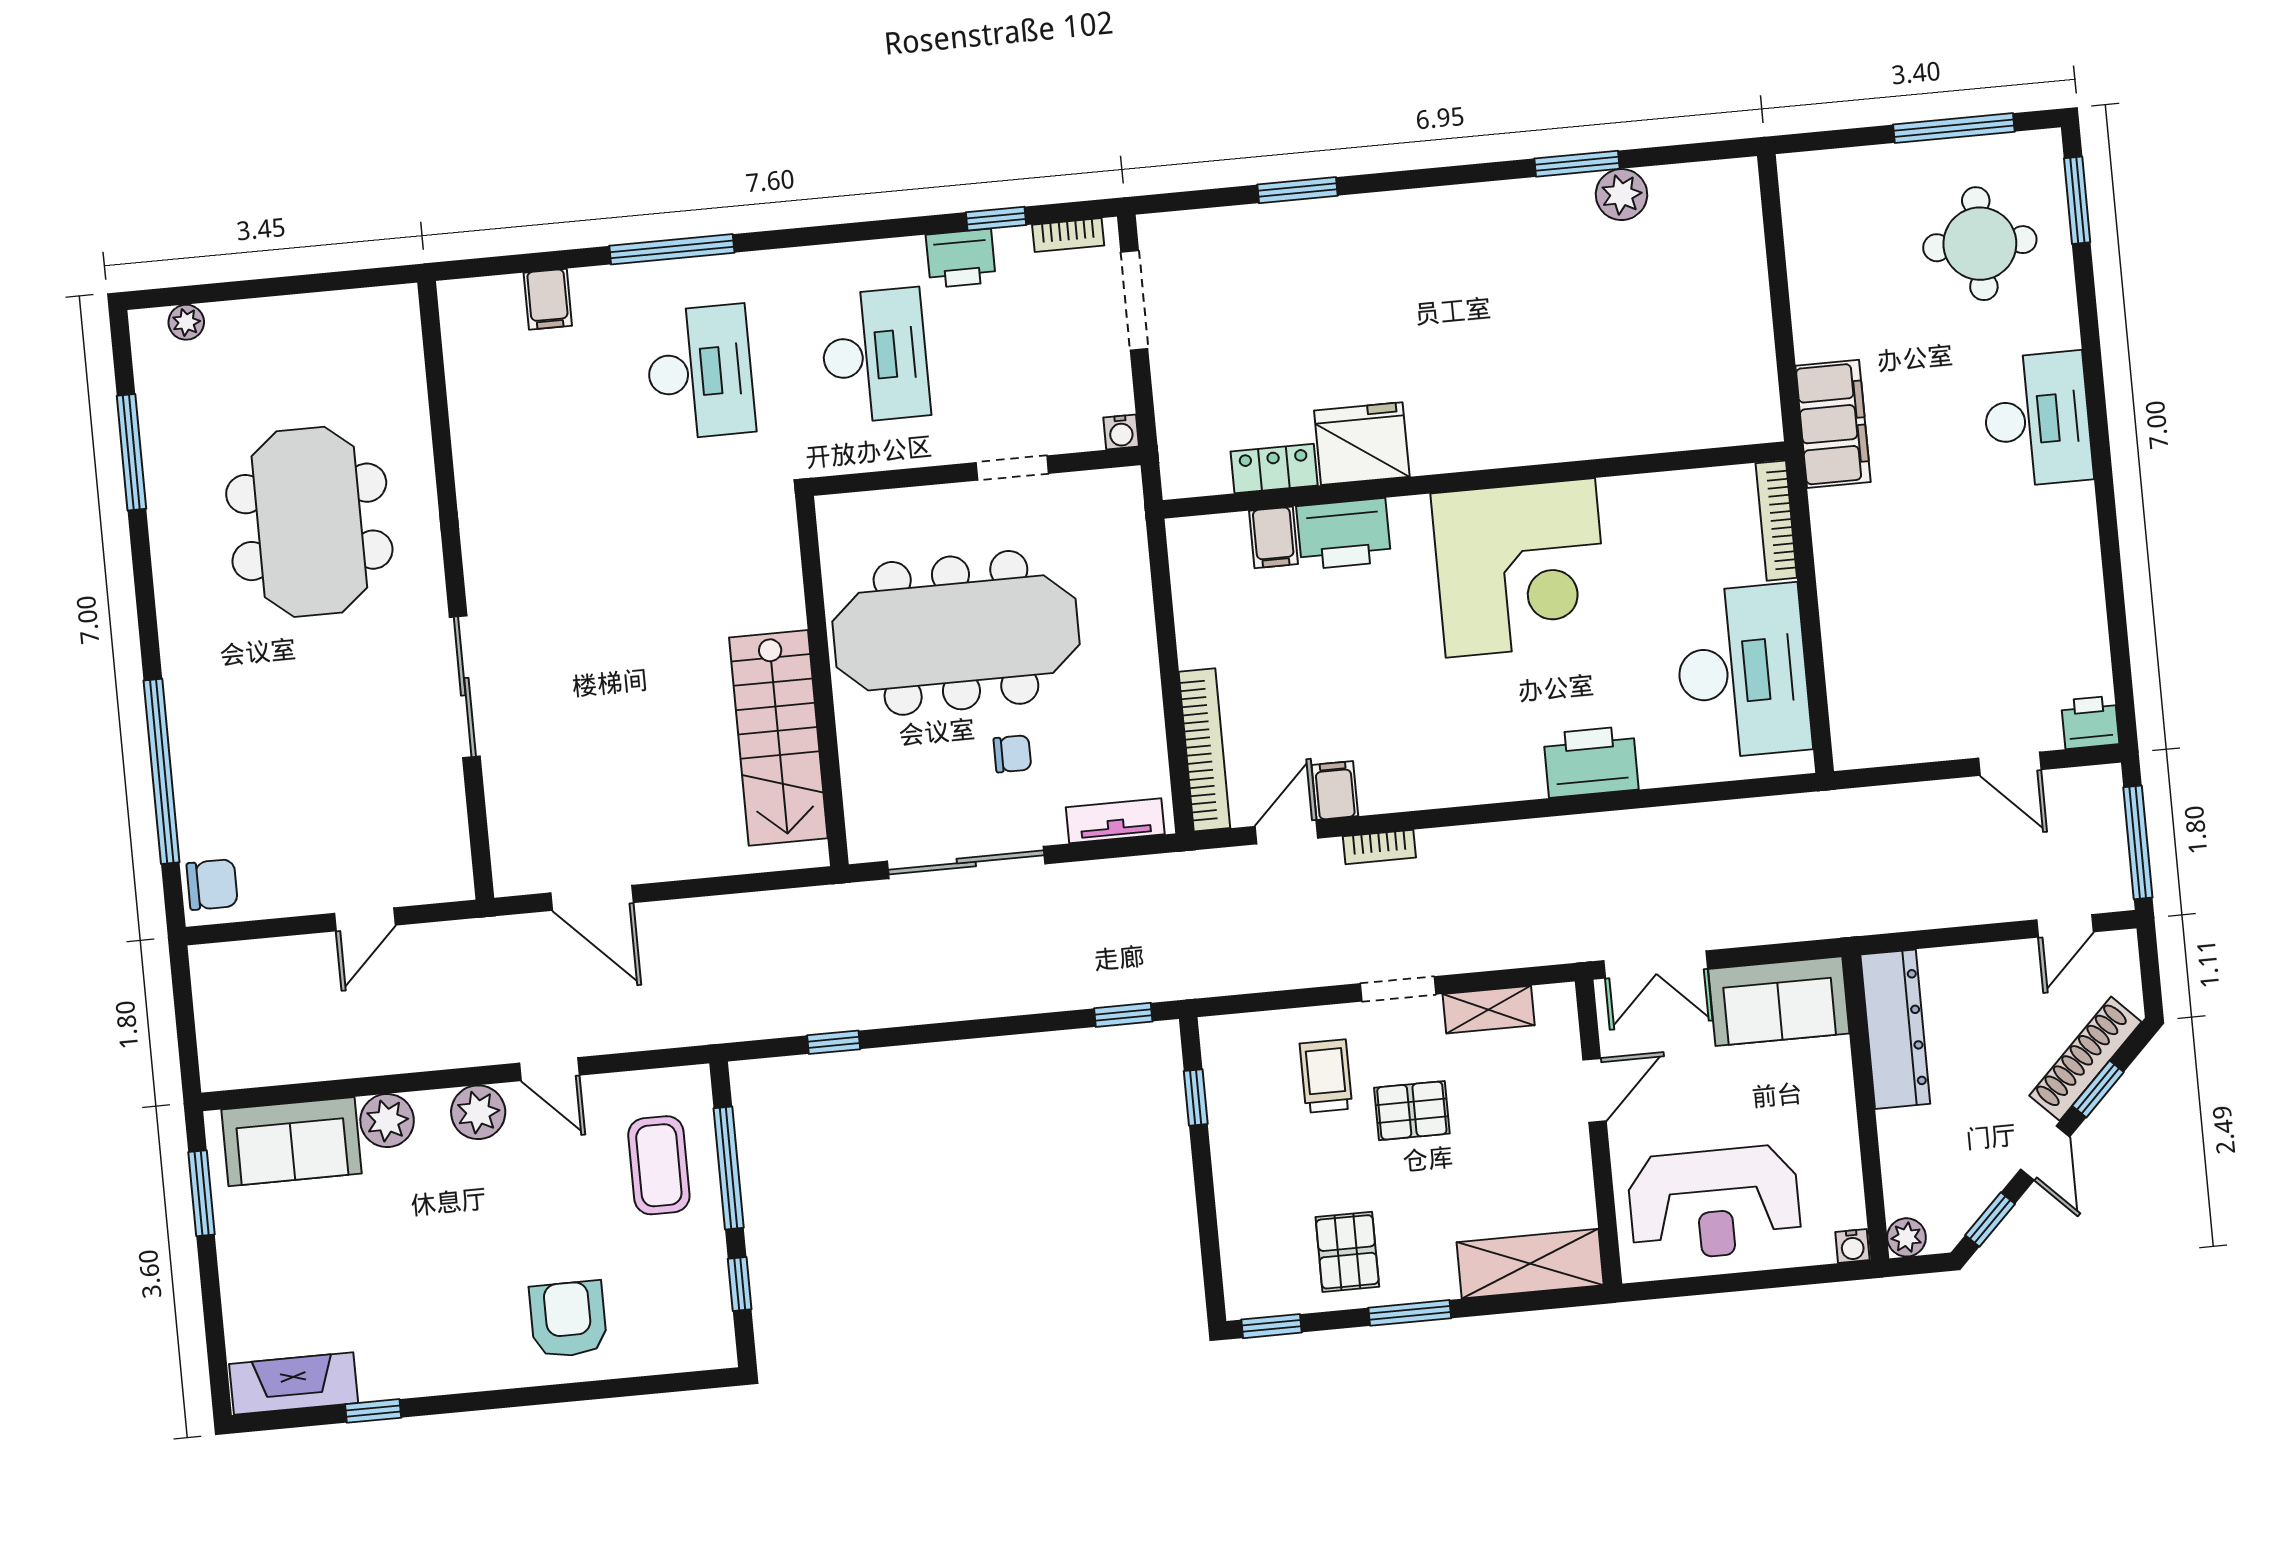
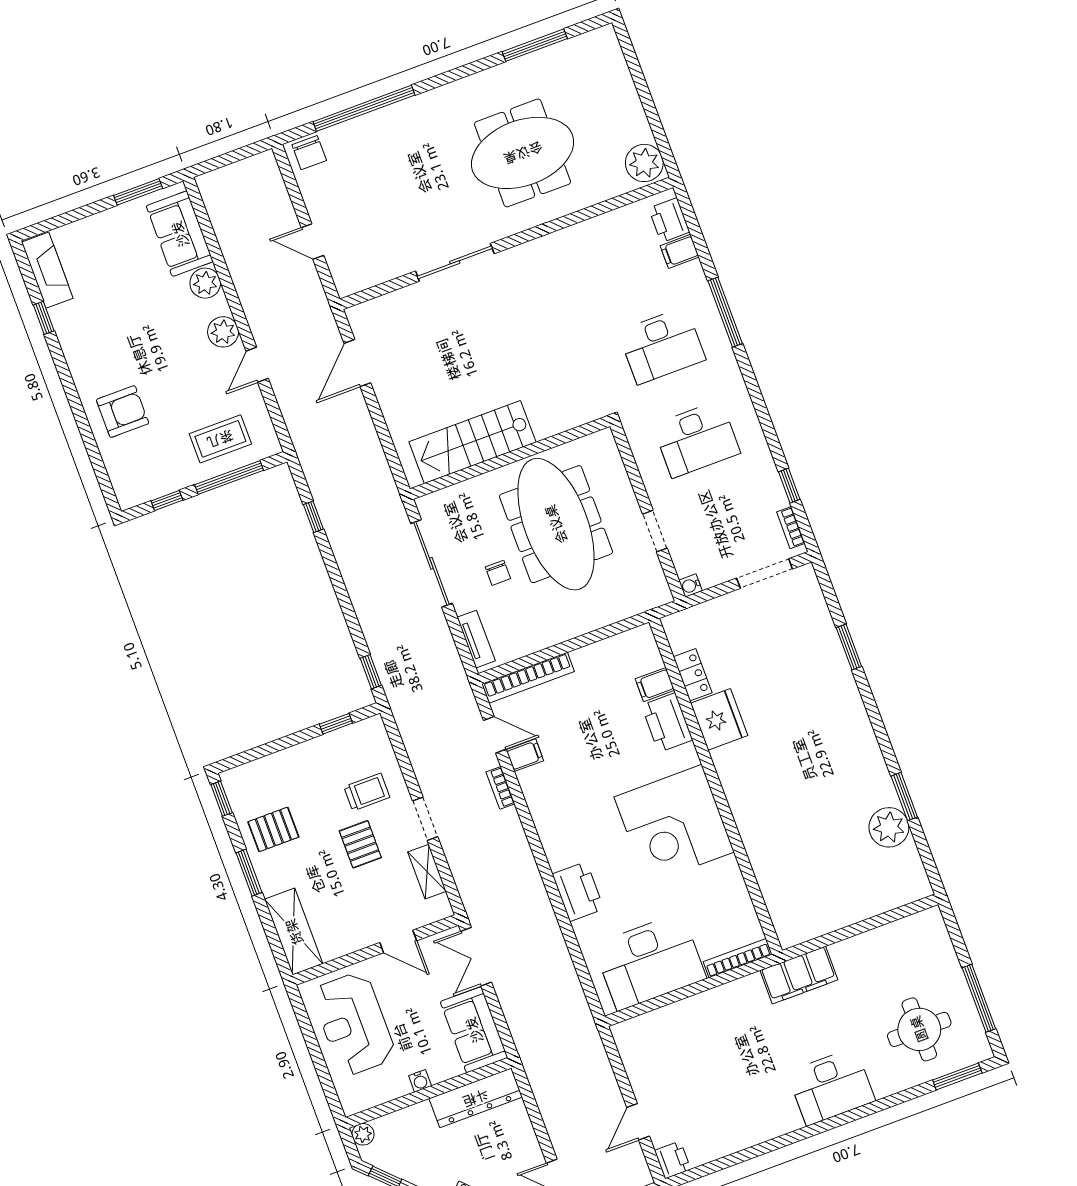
plant: (1622, 195) -> (889, 827), width x1.36, depth x1.36
printer: (961, 258) -> (669, 220), moved
plant: (186, 322) -> (644, 163), moved, width x1.88, depth x1.88
water cooler: (1852, 1246) -> (420, 1081), moved, turned -90

